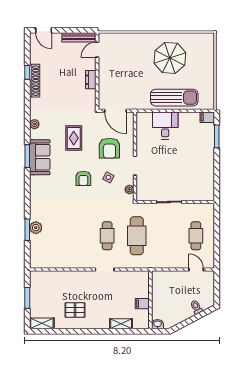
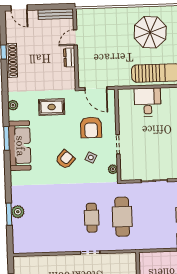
door: (97, 50) -> (75, 37), moved
rug: (74, 138) -> (52, 107), moved, turned 90
sofa: (40, 157) -> (20, 146), width x1.36
armchair: (83, 178) -> (65, 159), turned -138

